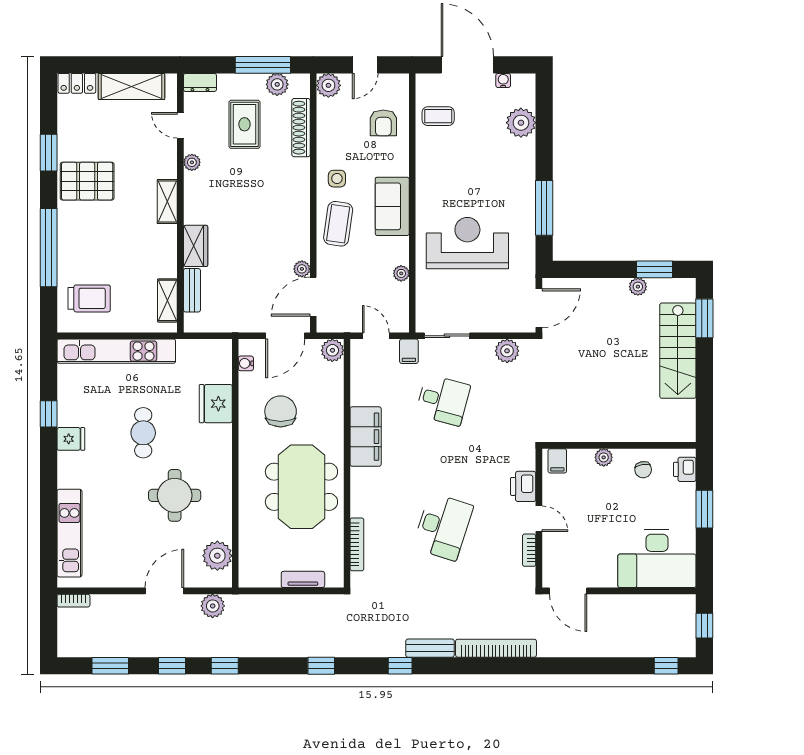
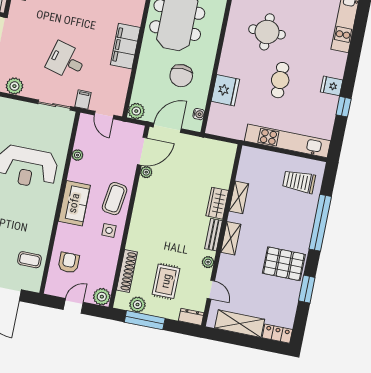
bench: (192, 290) -> (214, 235), moved
shelving: (167, 300) -> (239, 197), moved

